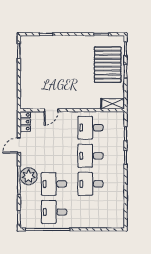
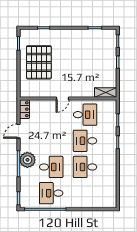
pallet: (108, 65) -> (39, 62), moved
door: (51, 110) -> (63, 98), moved
desk: (90, 128) -> (85, 115), turned 180
desk: (54, 184) -> (51, 167), turned 180

